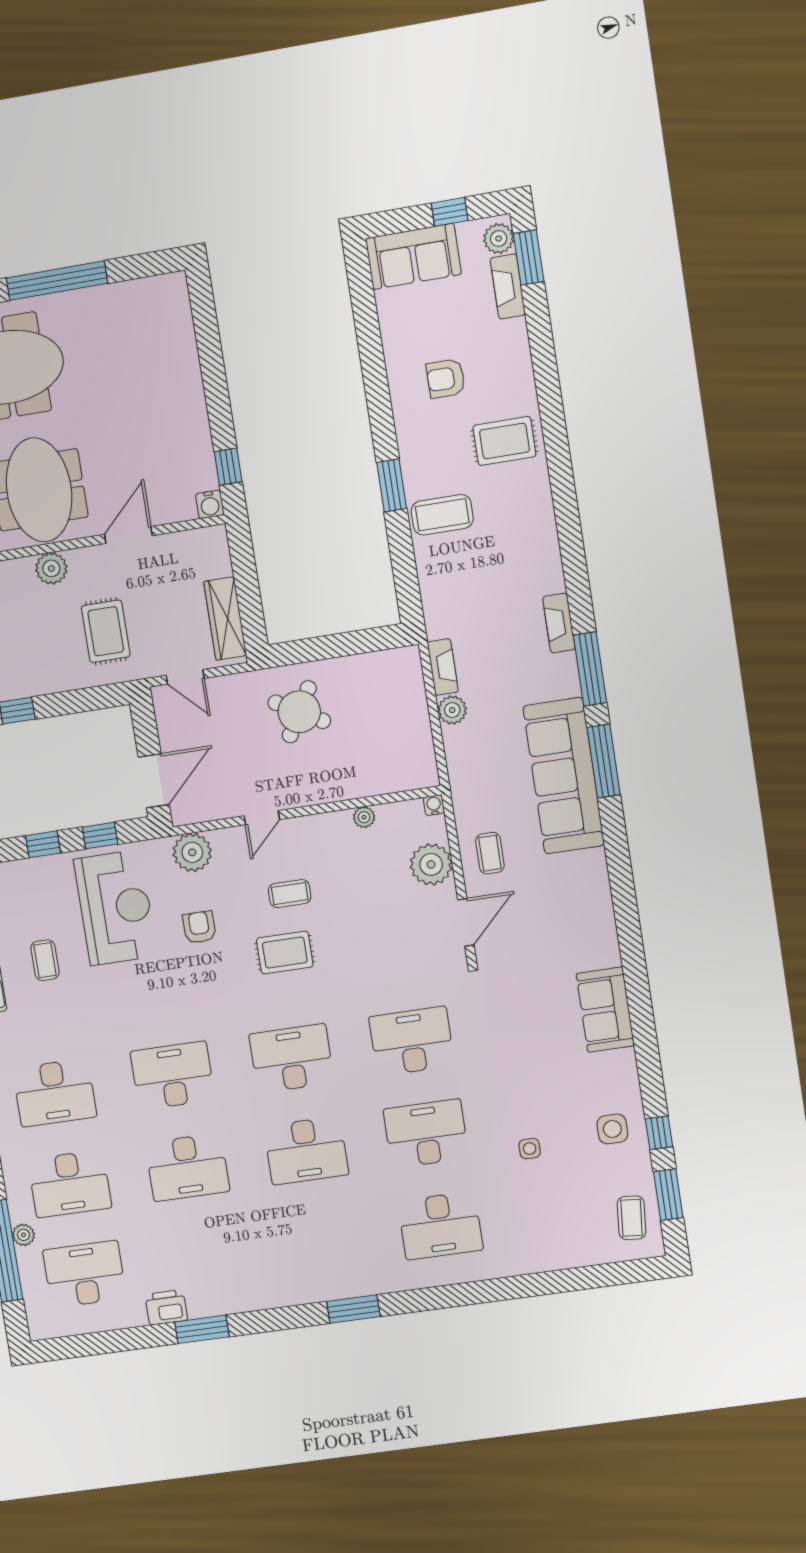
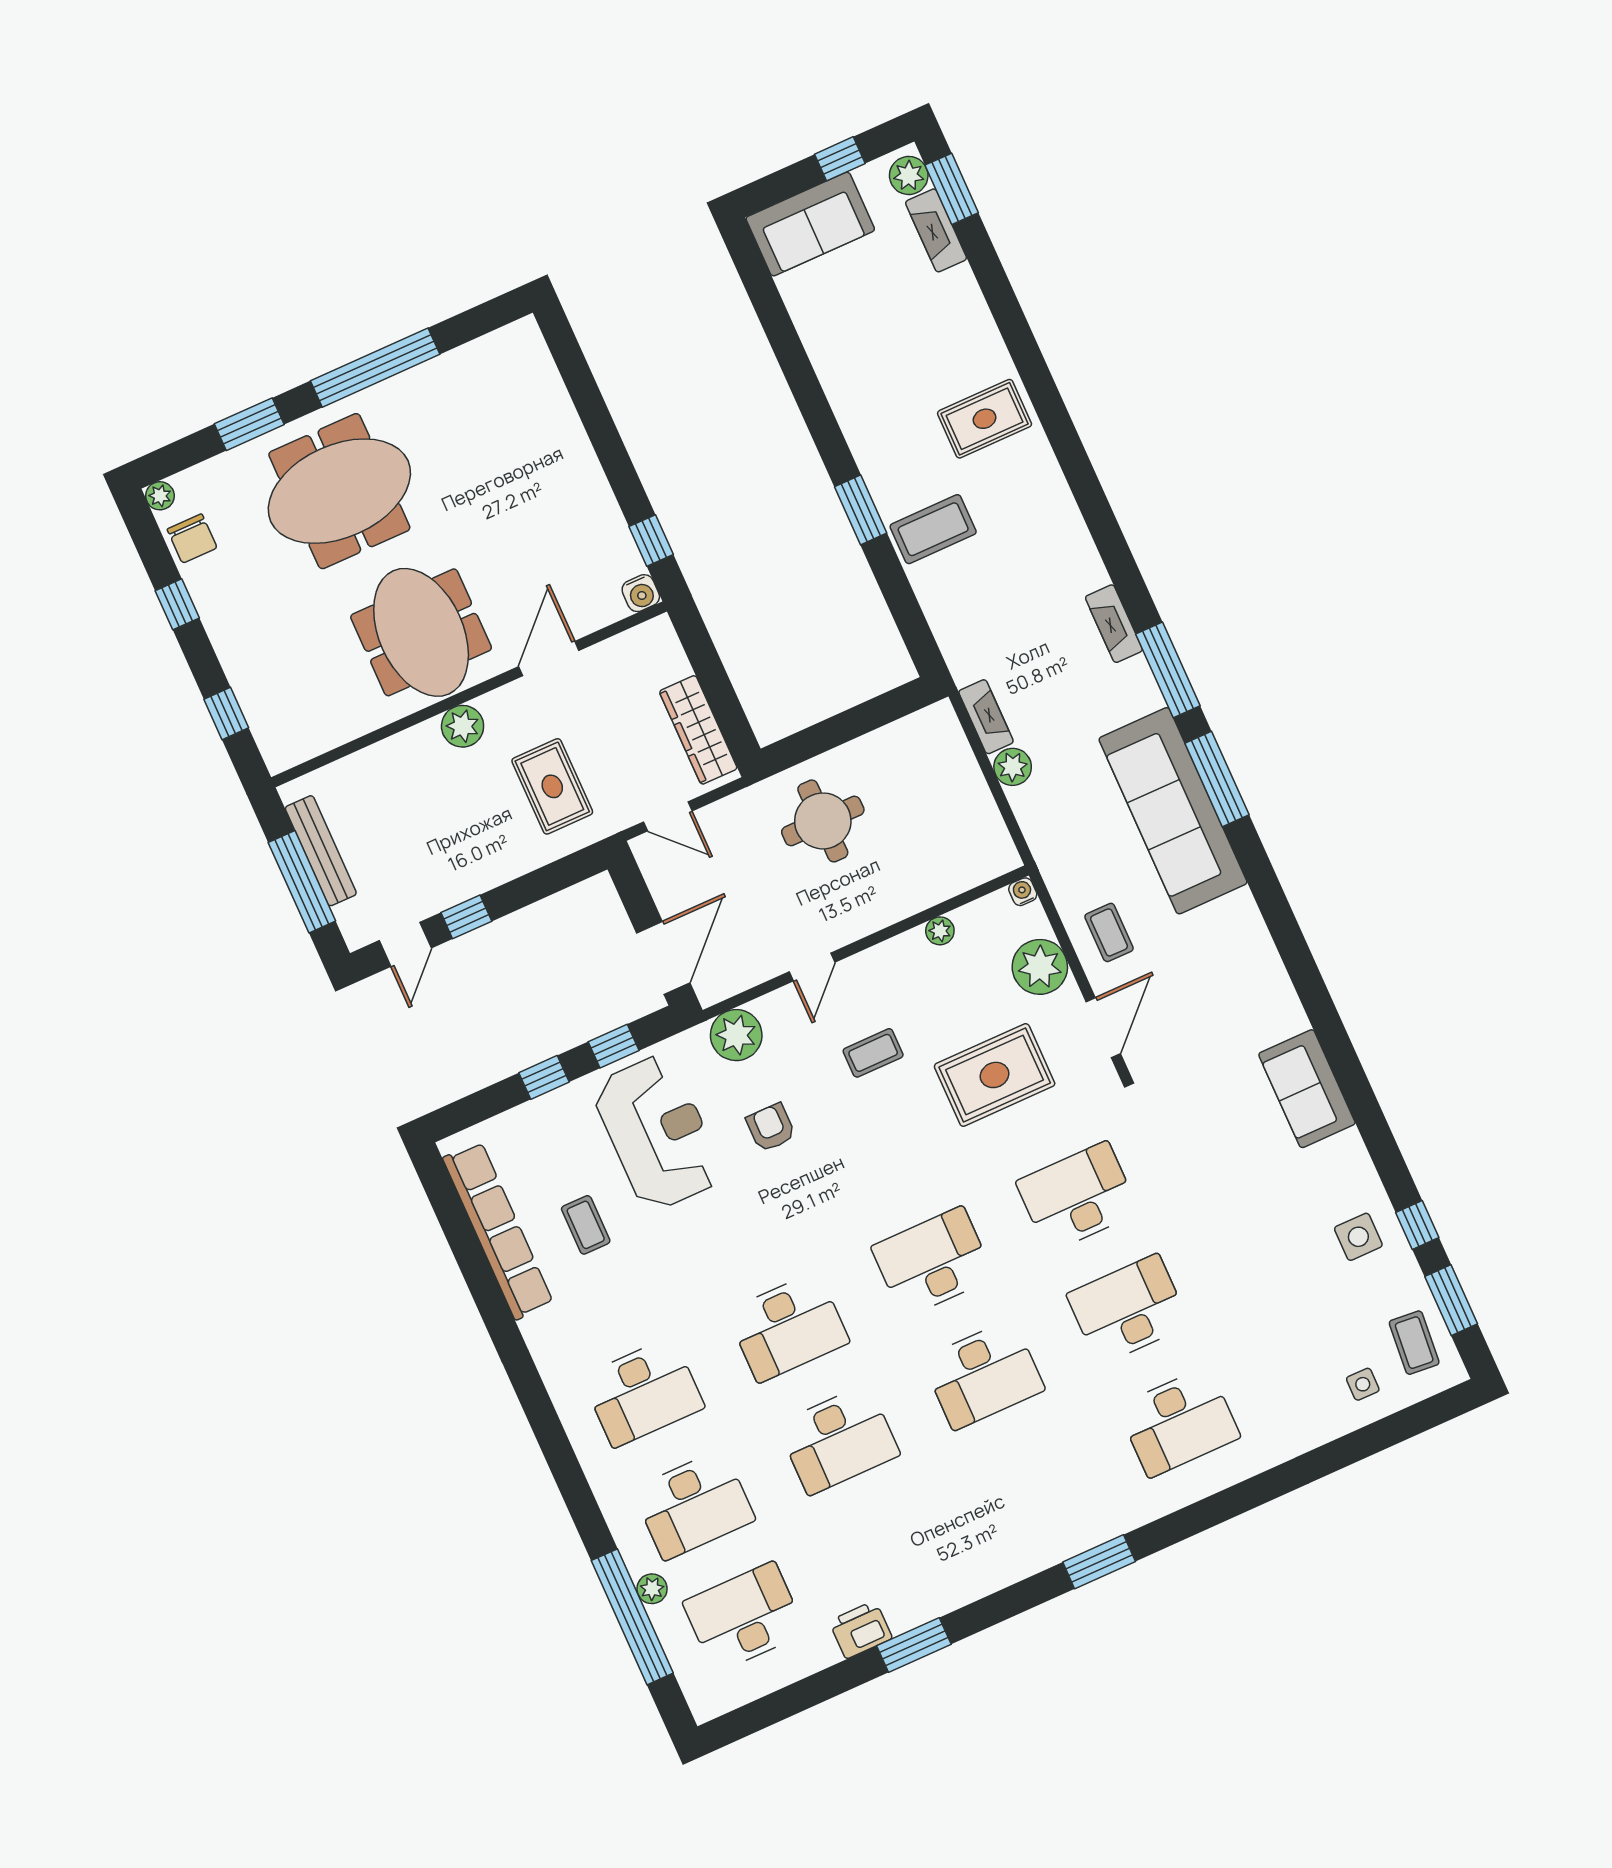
armchair: (446, 379) -> (891, 362), removed
round table: (299, 712) -> (823, 821), turned -30
rug: (285, 953) -> (995, 1075), moved, width x1.36, depth x1.43
desk: (173, 1076) -> (788, 1327), turned 180
side table: (530, 1149) -> (1363, 1384), moved

